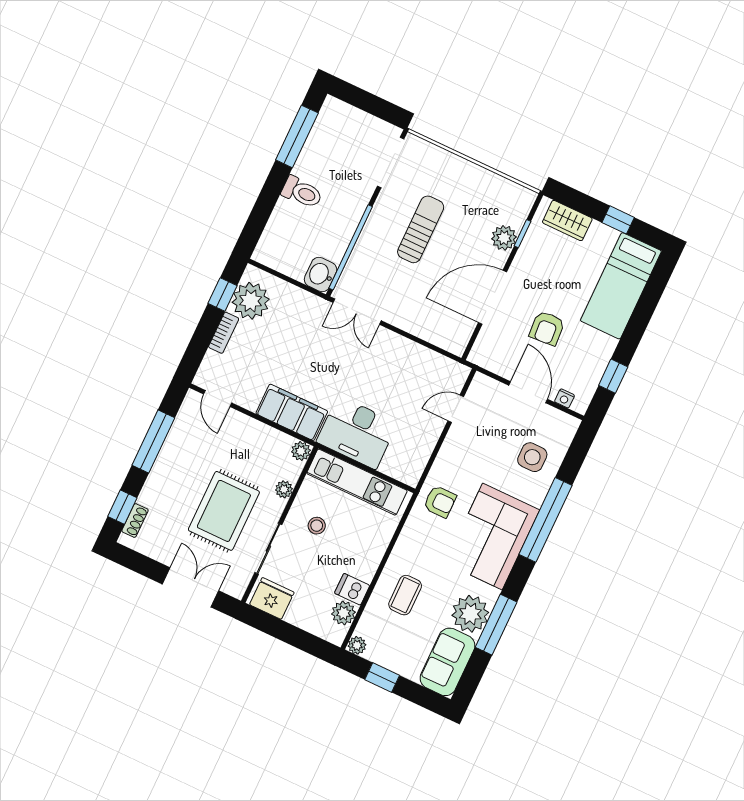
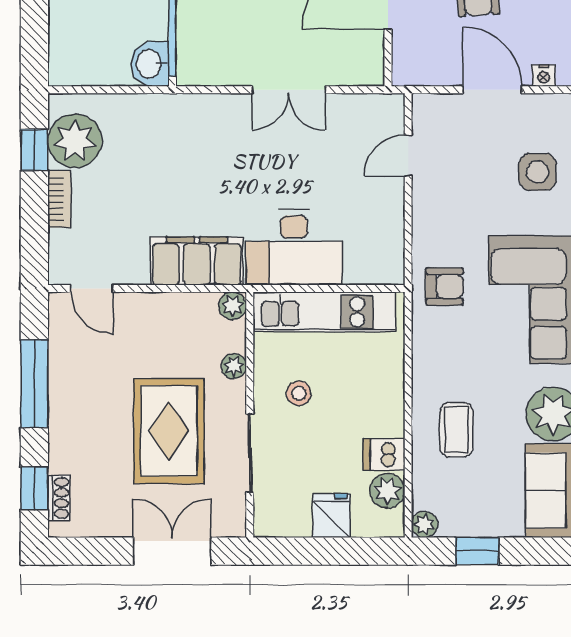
double door: (357, 312) -> (289, 90), moved
fridge: (272, 598) -> (331, 516), moved, width x0.72

